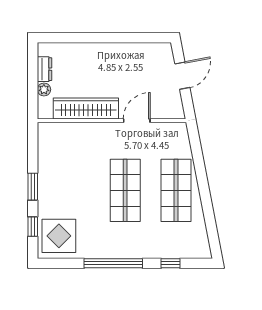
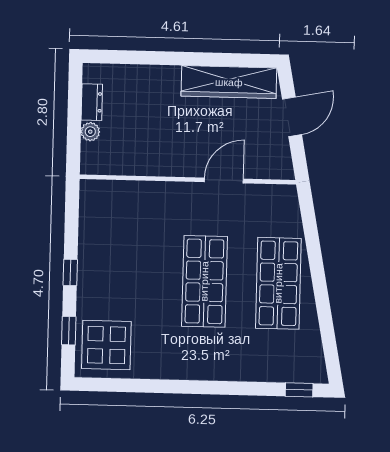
wardrobe: (86, 109) -> (229, 82), moved, turned 180
window: (33, 187) -> (70, 272), width x0.67
window: (113, 263) -> (184, 387), removed
window: (171, 263) -> (299, 390), moved

